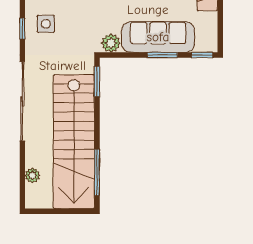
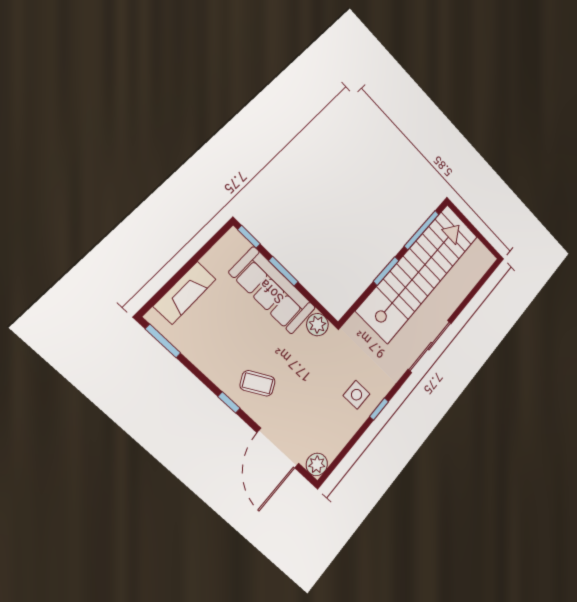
window: (97, 81) -> (386, 271), moved
sliding door: (22, 101) -> (430, 346), width x0.73
plant: (32, 175) -> (471, 279), removed

